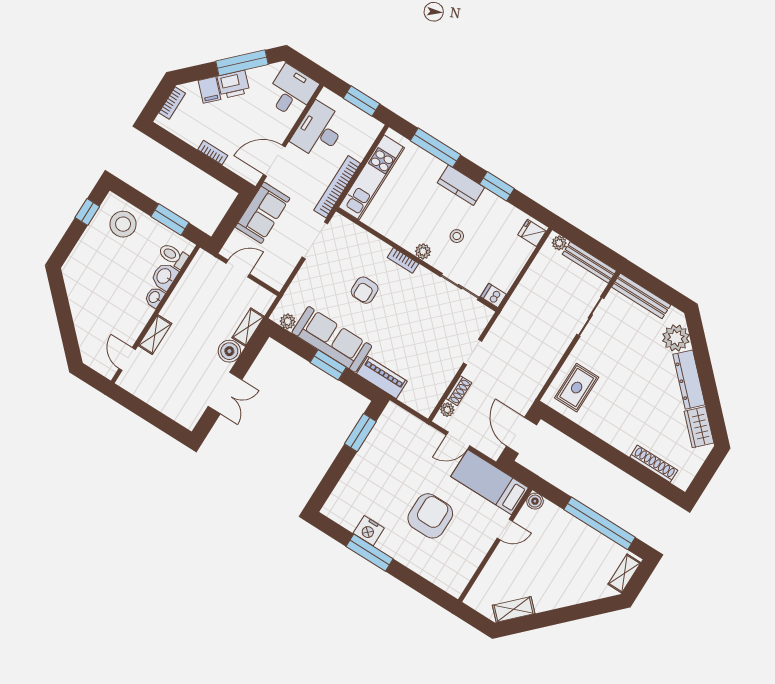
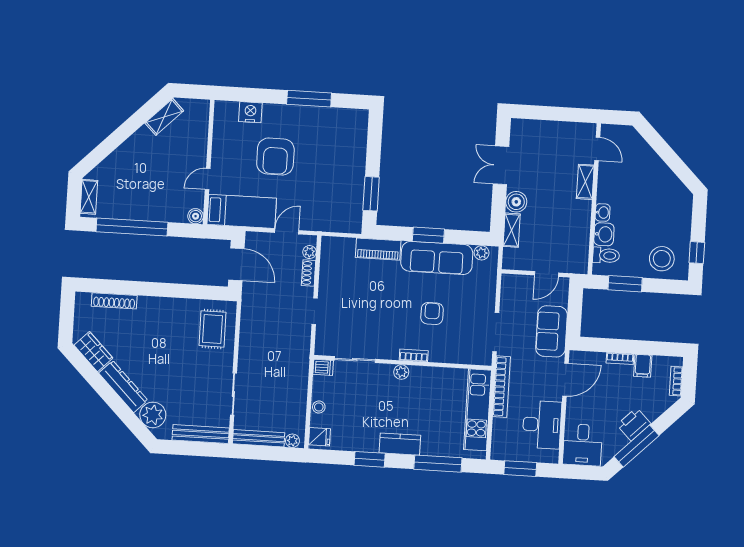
filing cabinet: (210, 90) -> (643, 366), moved, turned -135
stool: (457, 236) -> (319, 407), moved
nightstand: (369, 531) -> (250, 112), moved

